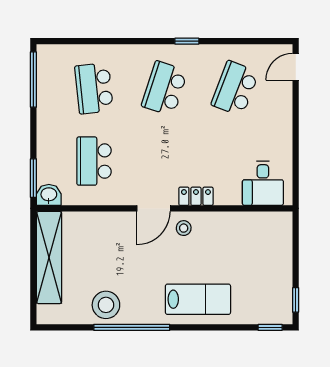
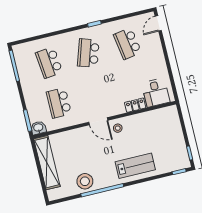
school desk: (235, 88) -> (128, 44), turned -30
locker: (196, 196) -> (135, 105), moved
door: (153, 208) -> (98, 121), hinge flipped

